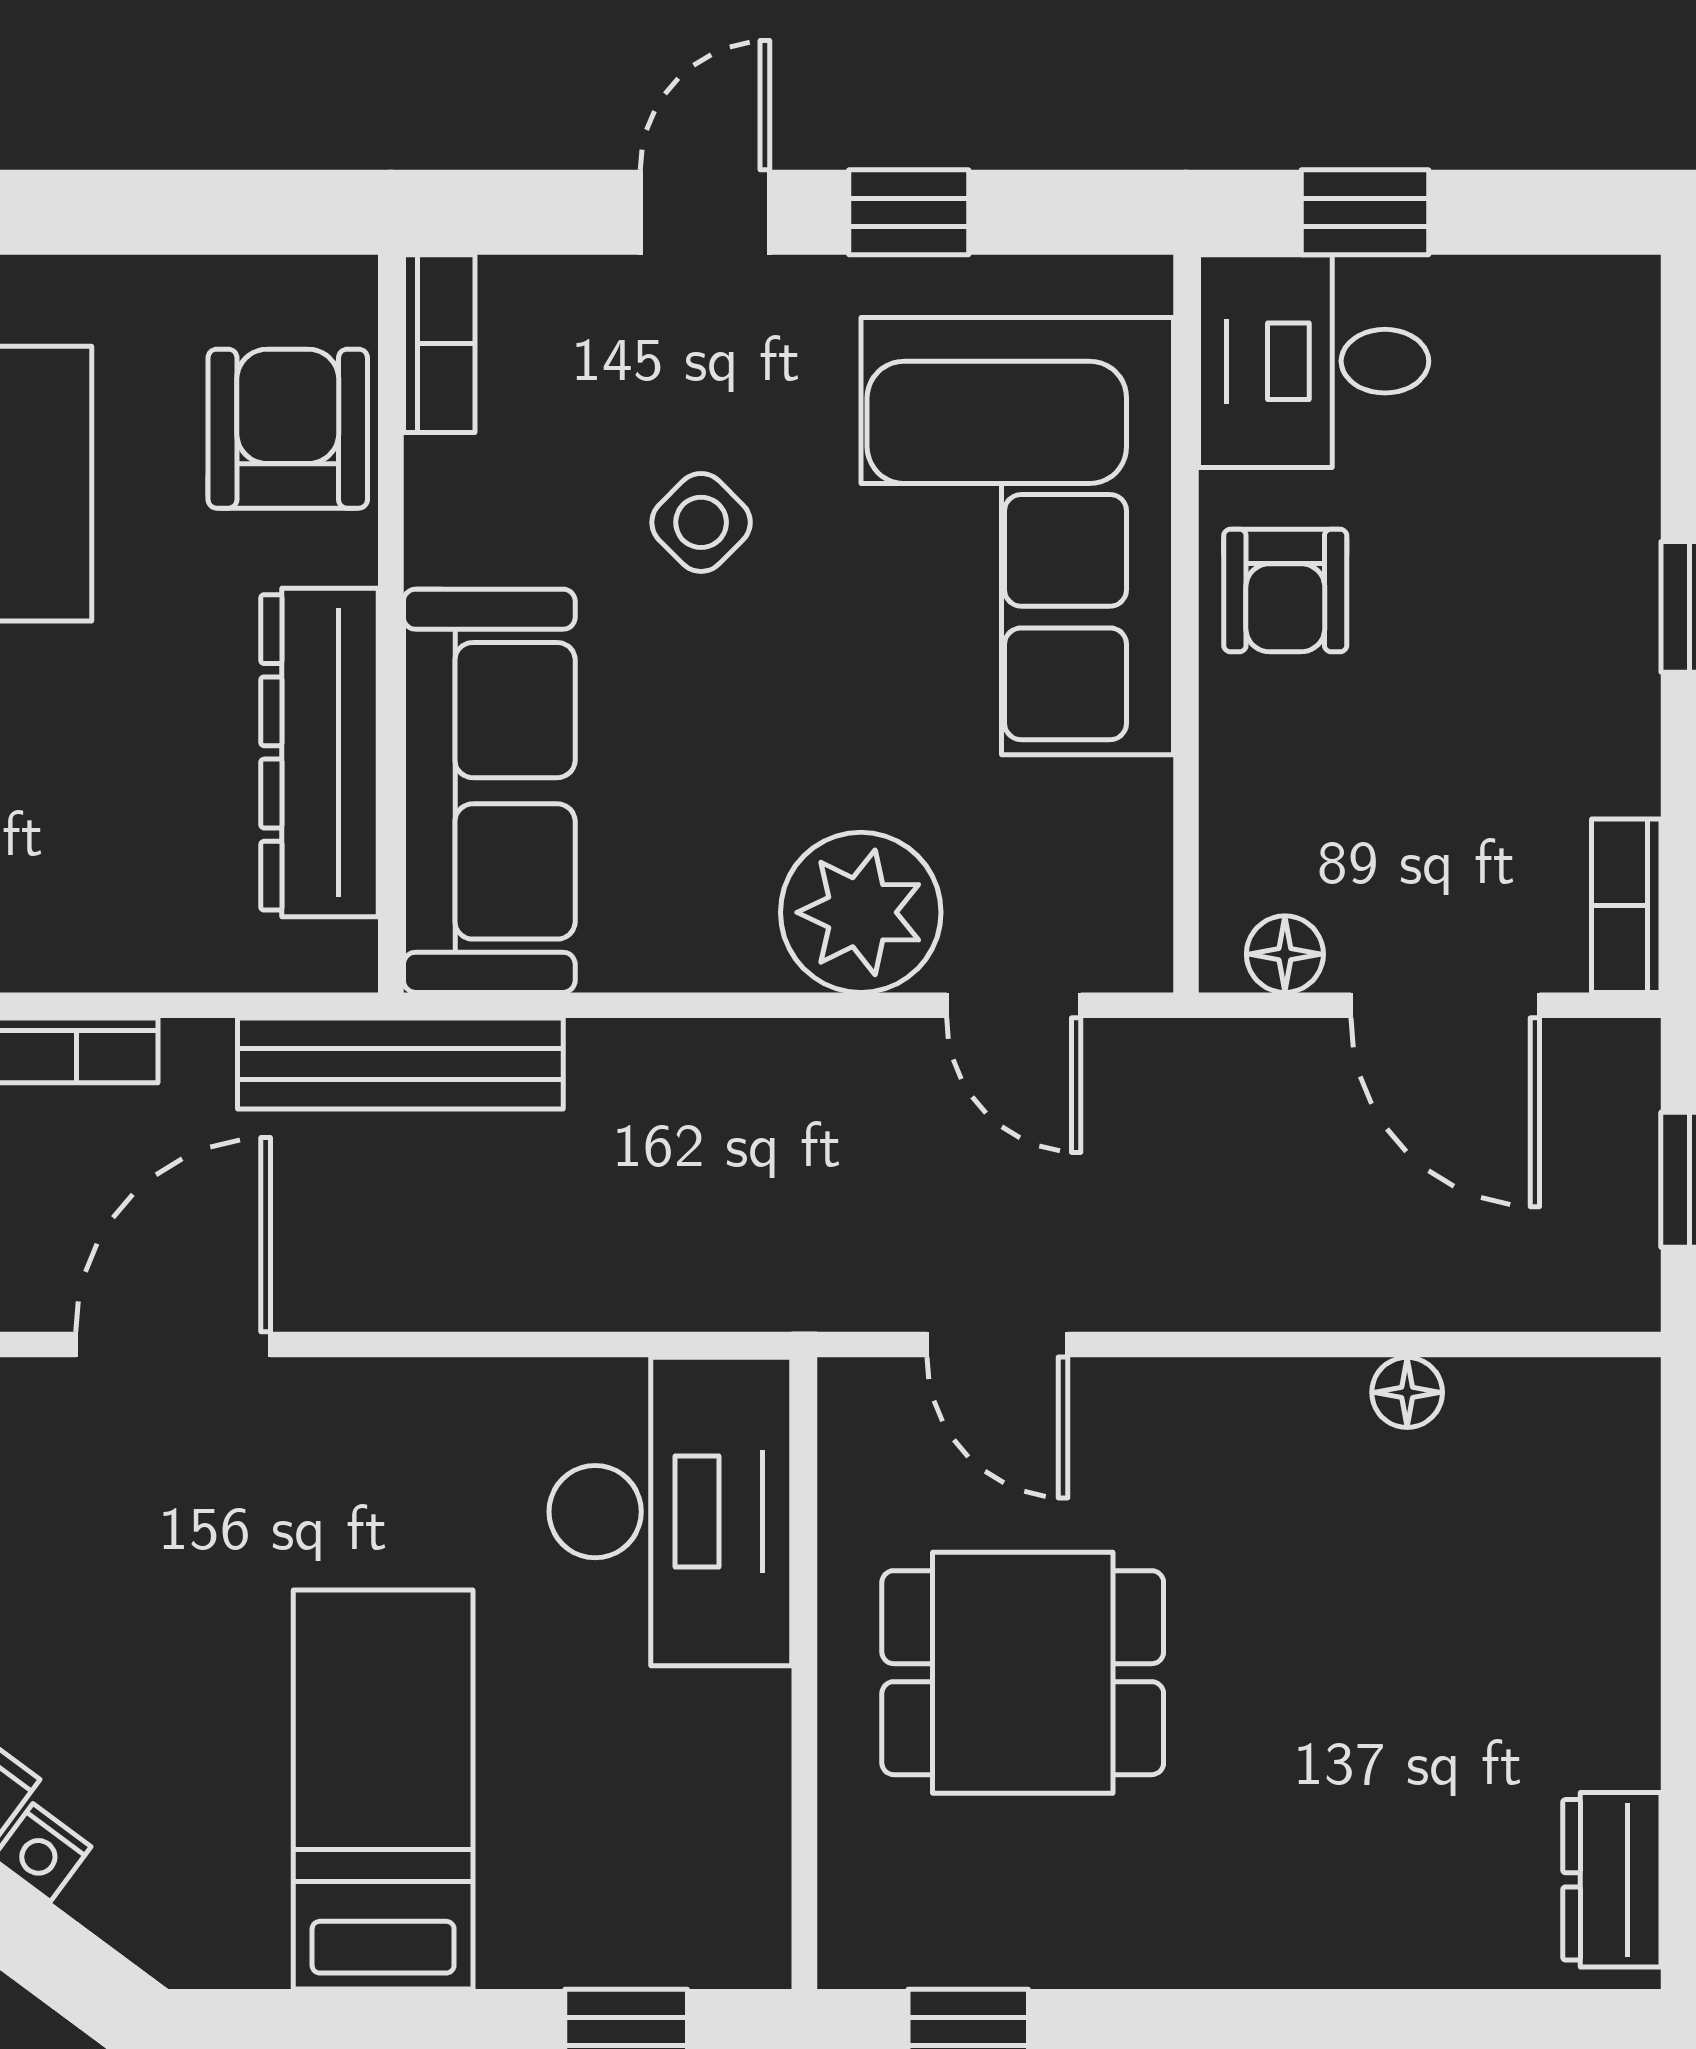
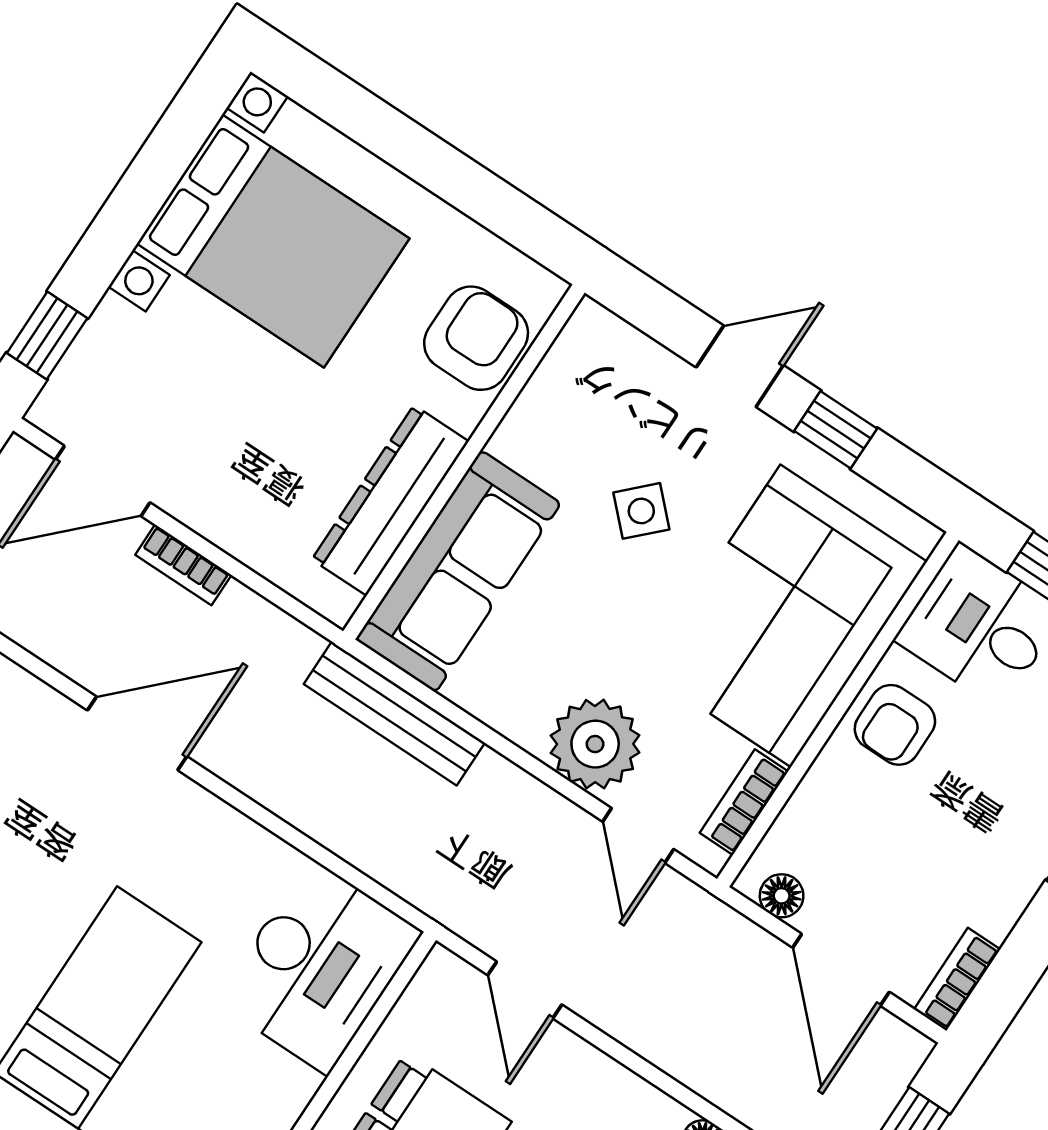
bookcase: (439, 344) -> (744, 802), moved, turned 180
bench: (400, 1064) -> (394, 713), moved

